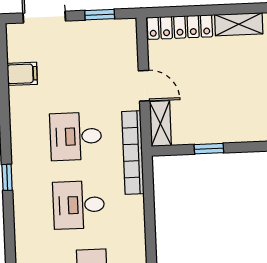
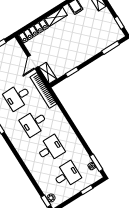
door: (144, 86) -> (33, 62), swing flipped

